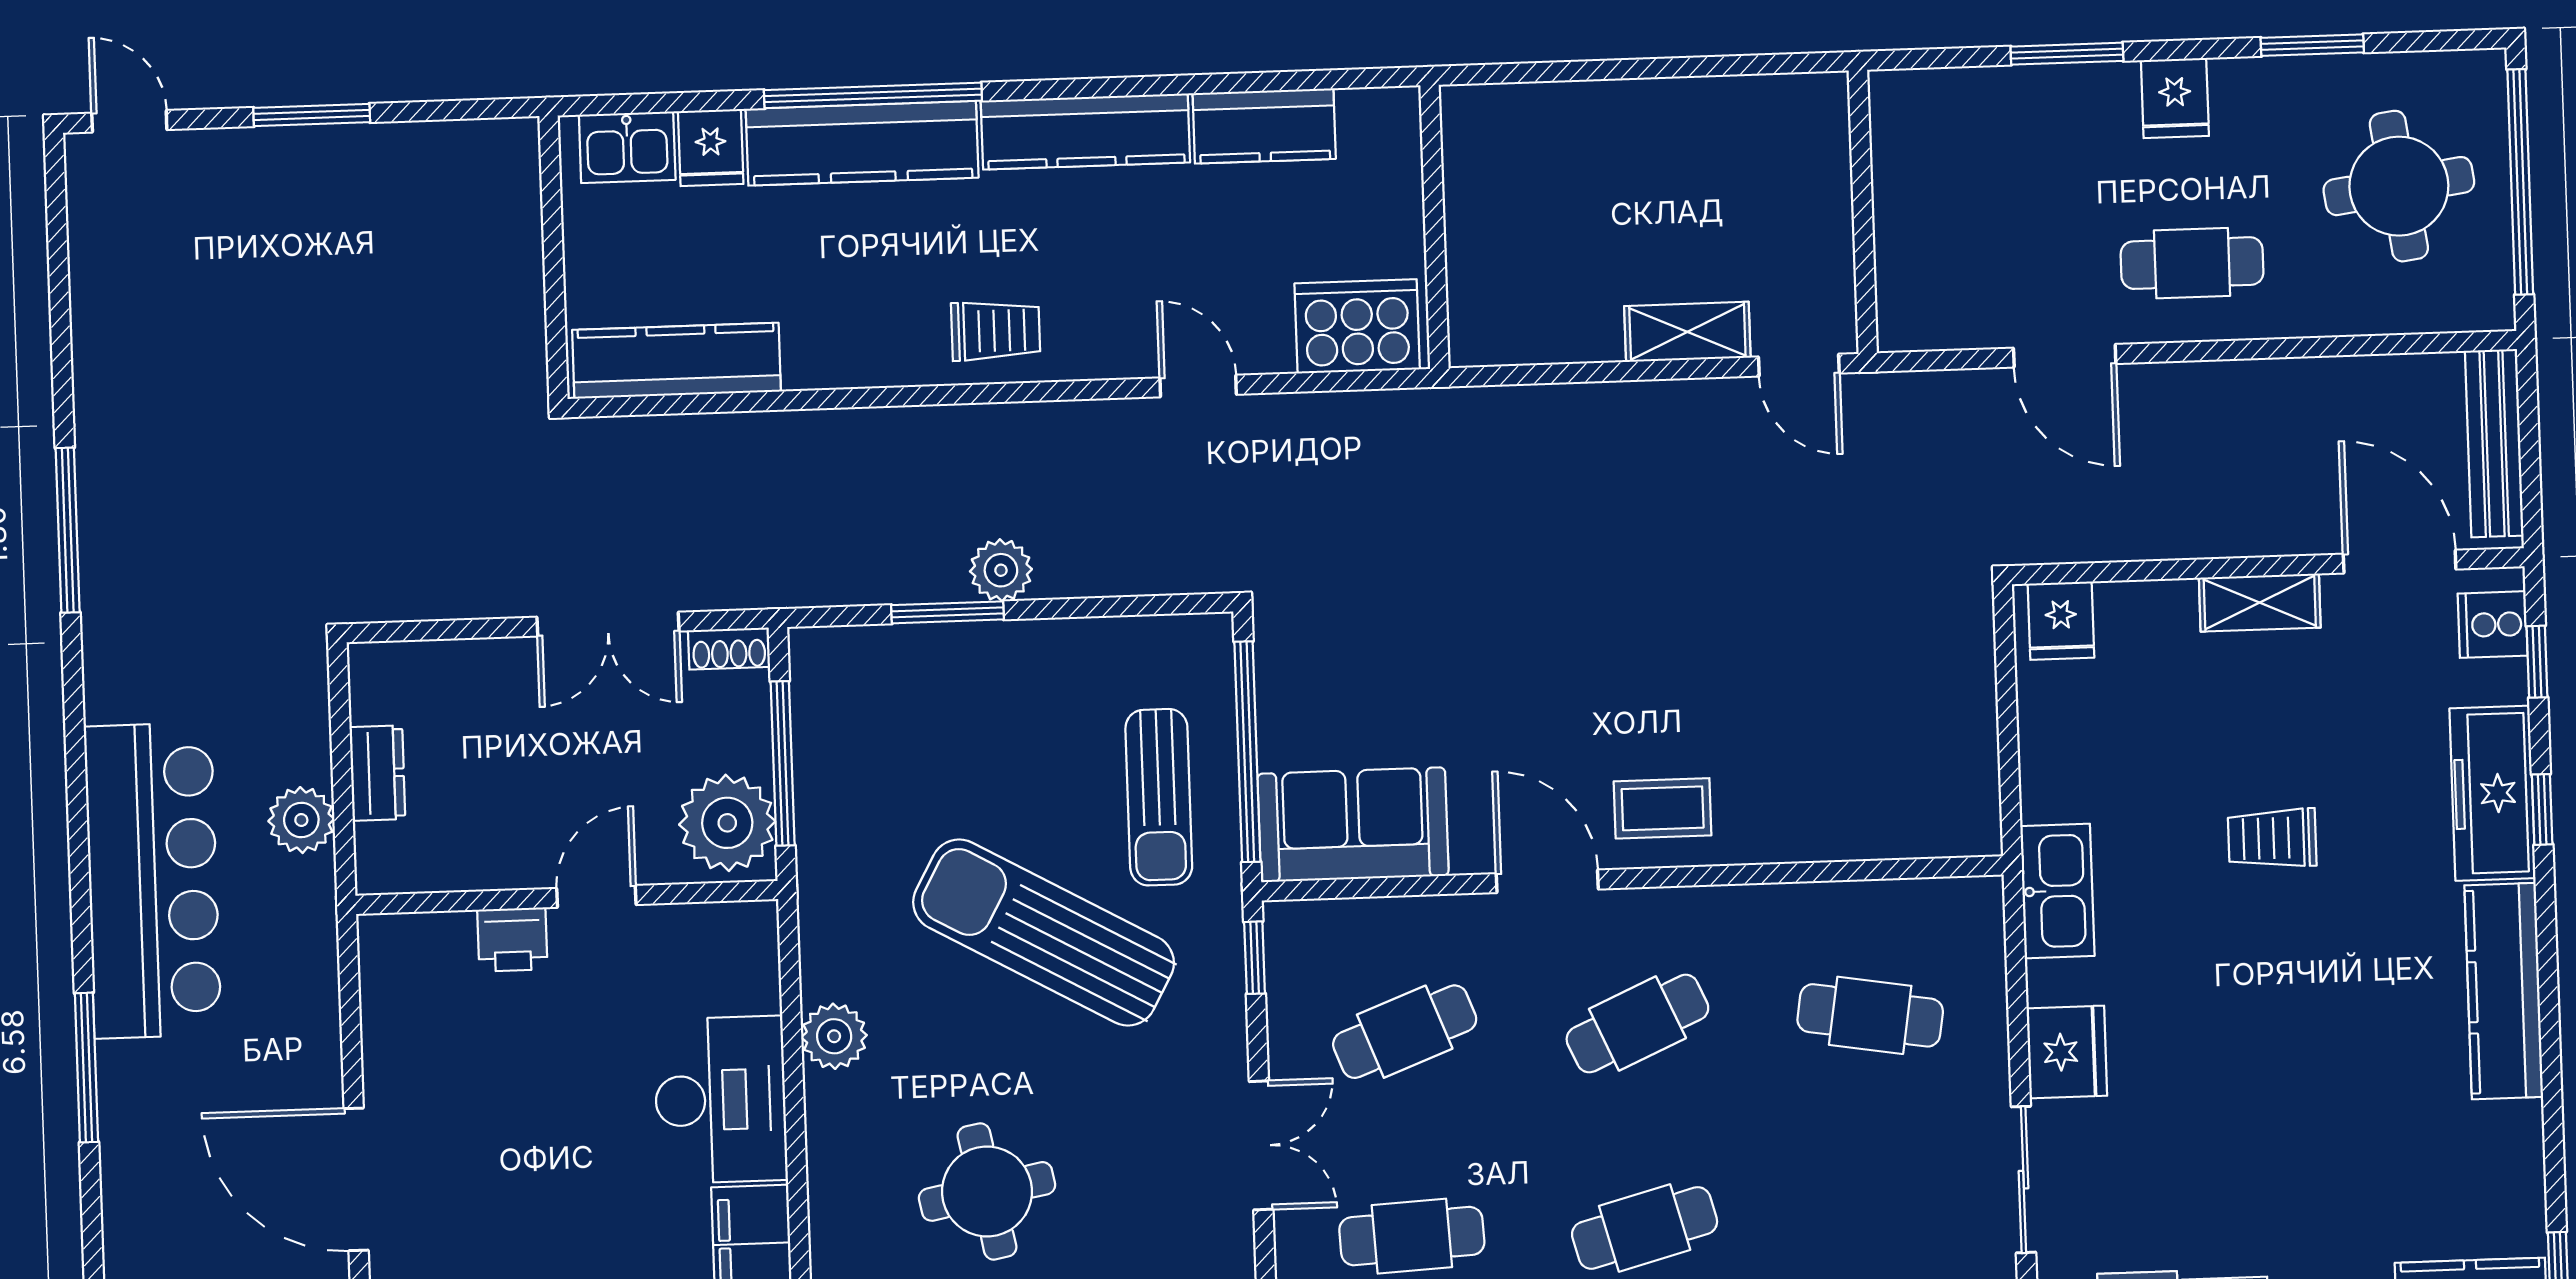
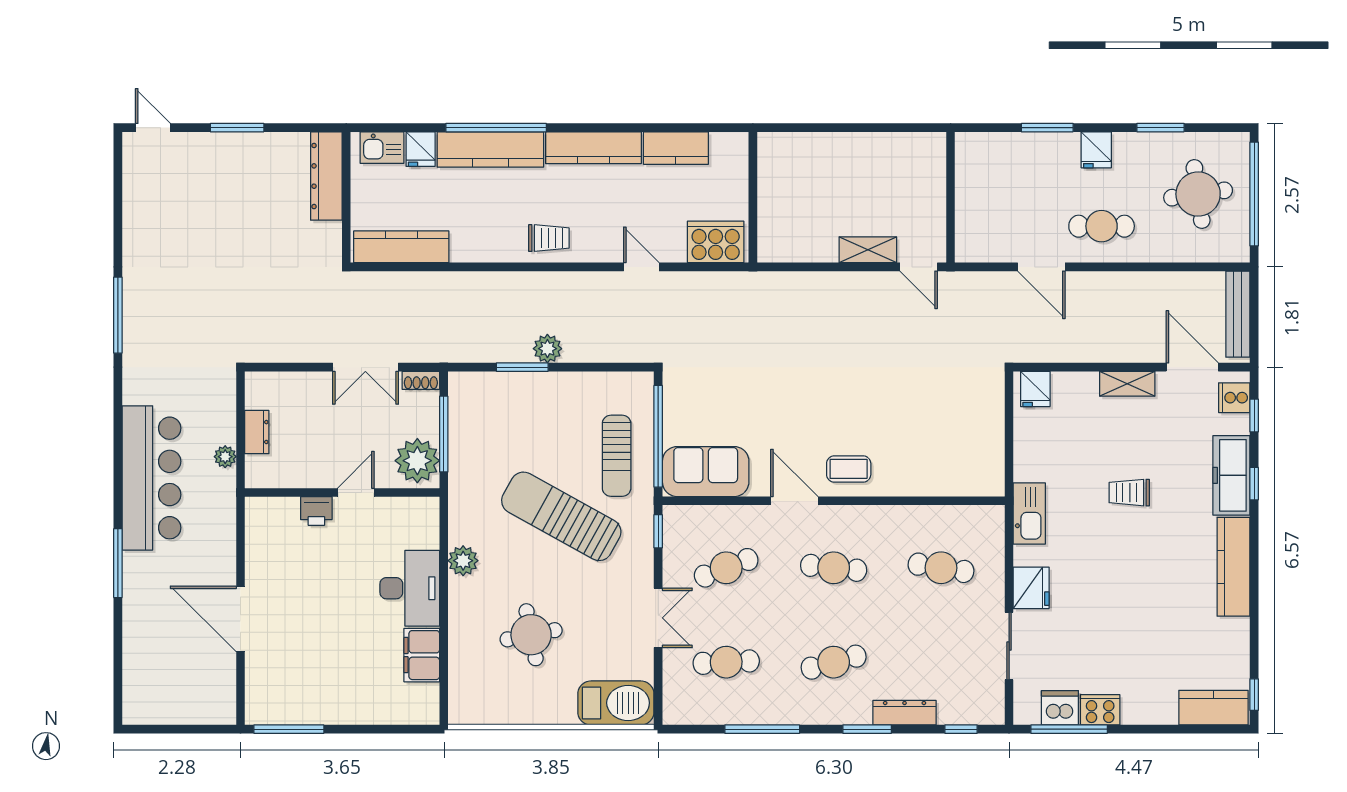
dresser: (509, 213) -> (326, 176), added
plant: (301, 820) -> (225, 457), width x0.73, depth x0.73
cafe table: (1637, 1024) -> (834, 568), turned 30

